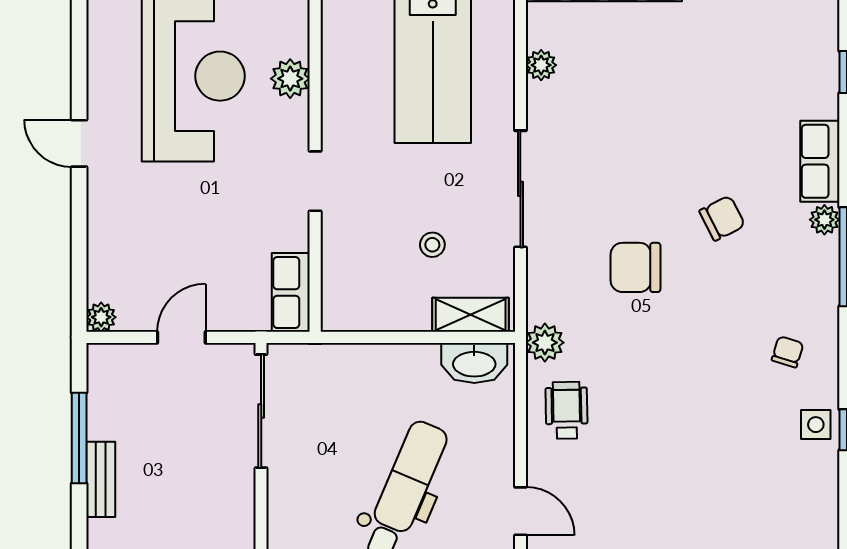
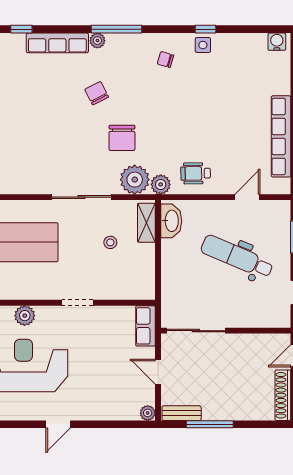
plant: (541, 65) -> (135, 180), moved, width x1.87, depth x1.87
row of seats: (820, 161) -> (57, 43), width x1.48
row of seats: (291, 292) -> (146, 326), moved, turned 90
bench: (101, 479) -> (182, 413), moved

